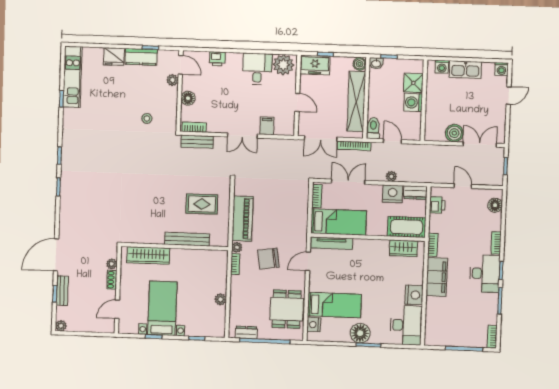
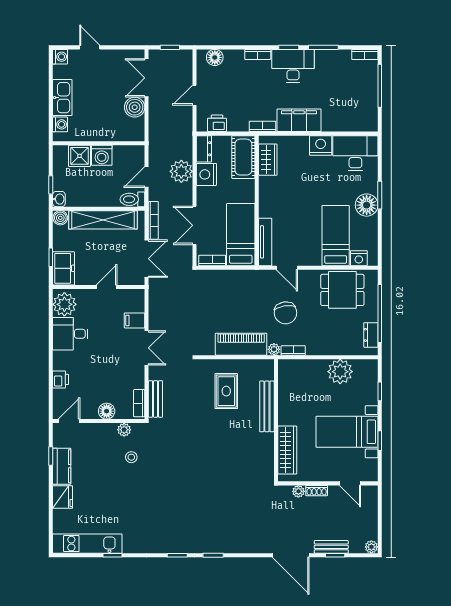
plant: (172, 80) -> (124, 430), moved
plant: (391, 176) -> (181, 171), width x1.87, depth x1.87
plant: (221, 299) -> (340, 372), width x1.87, depth x1.87

